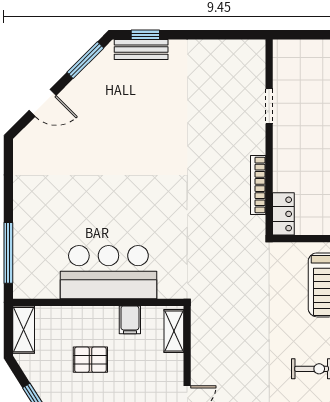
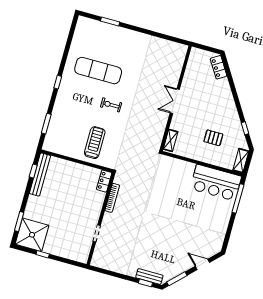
bar counter: (108, 272) -> (216, 183), moved
filing cabinet: (130, 320) -> (190, 151), removed

